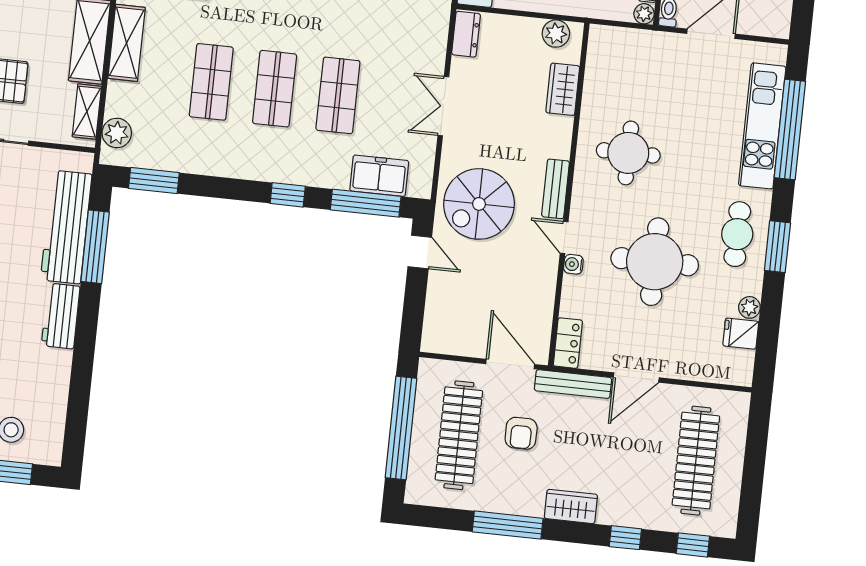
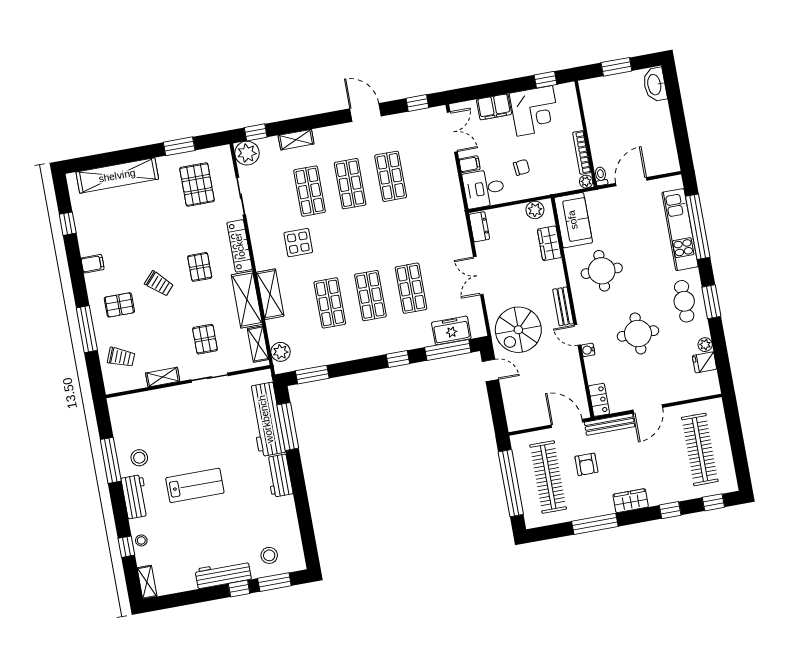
sofa: (608, 65) -> (573, 220), added
round table: (655, 262) -> (638, 333), width x0.73, depth x0.73

